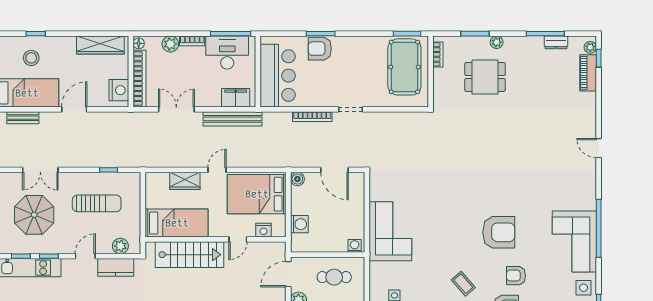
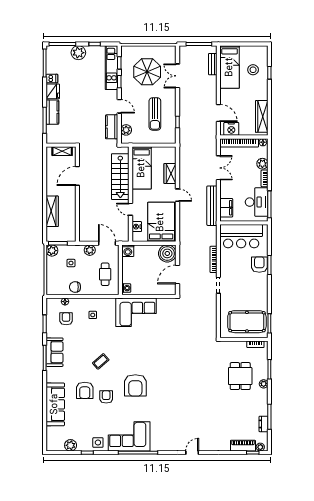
door: (74, 109) -> (218, 113), moved
boiler: (297, 179) -> (167, 253), width x1.86, depth x1.86
washing machine: (299, 224) -> (128, 251), moved

